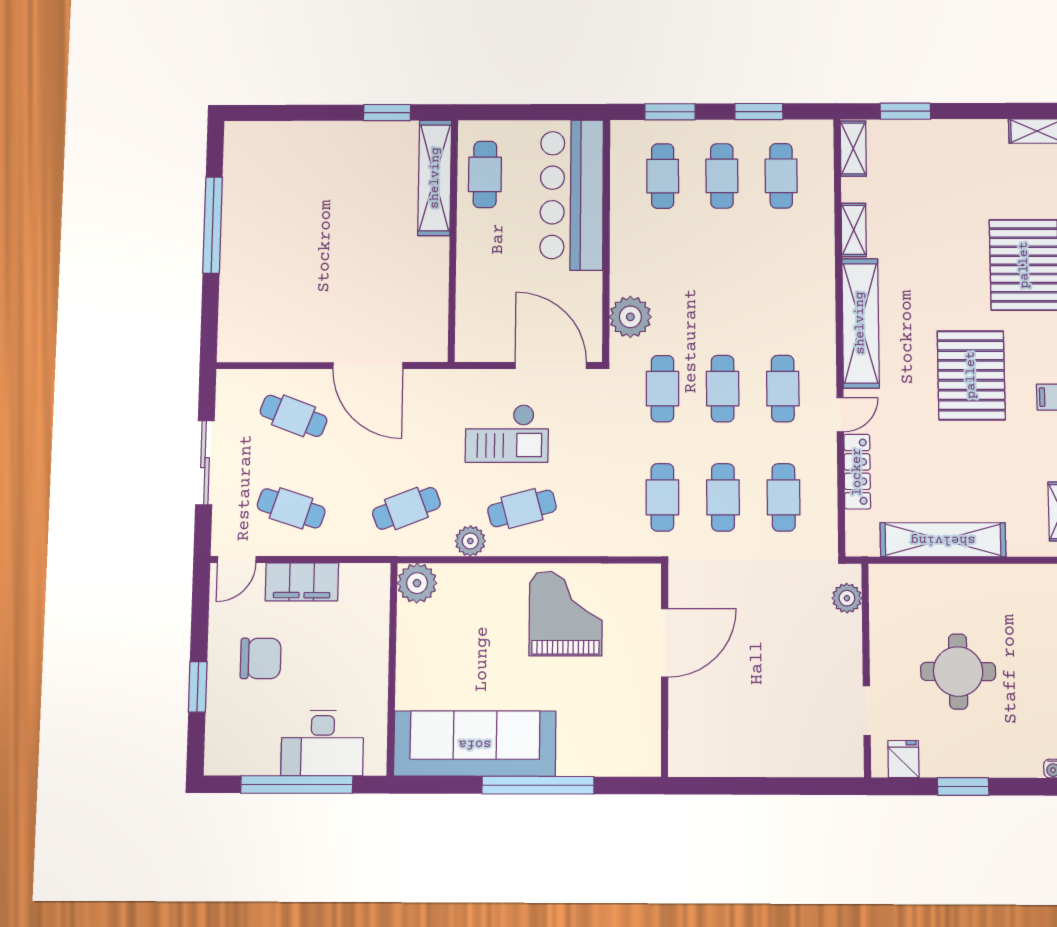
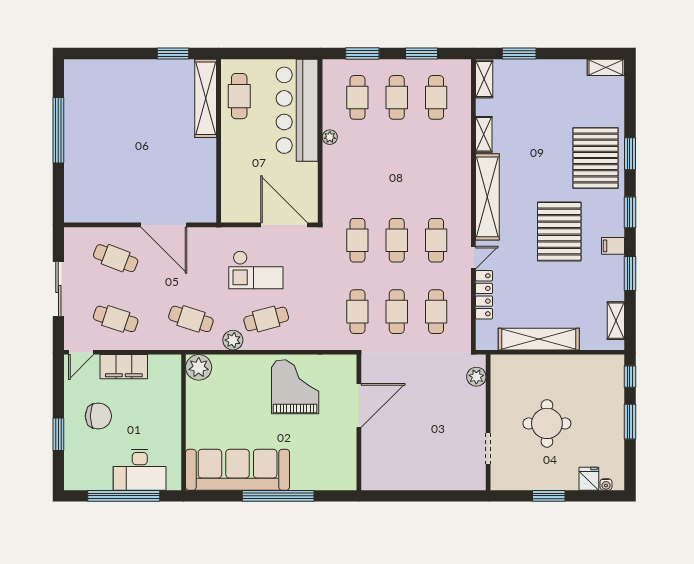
plant: (630, 317) -> (330, 137), moved, width x0.53, depth x0.53
cafe table: (406, 508) -> (191, 319), turned 39
fridge: (903, 759) -> (589, 479), moved

